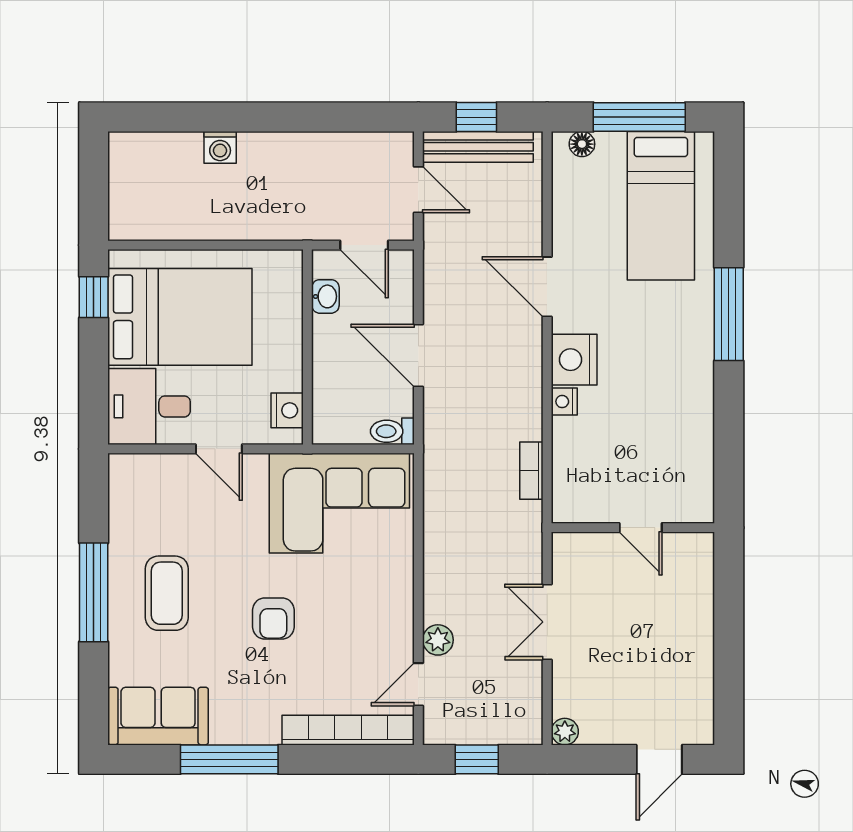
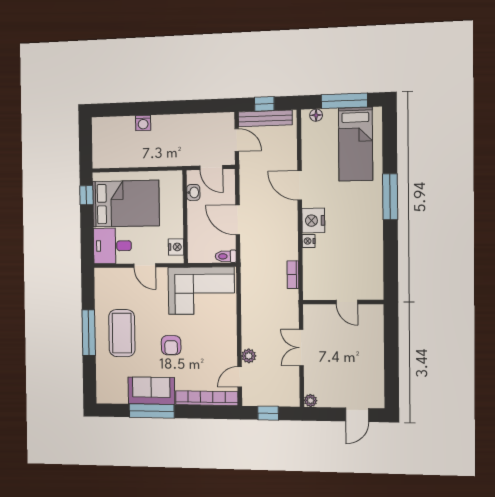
coffee table: (167, 593) -> (122, 333), width x1.36, depth x1.32
sofa: (158, 716) -> (151, 391), moved

